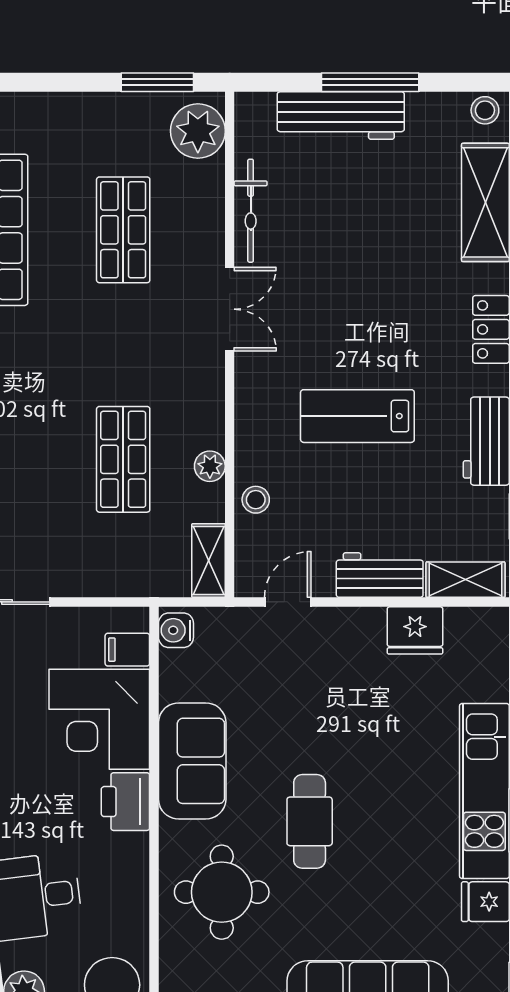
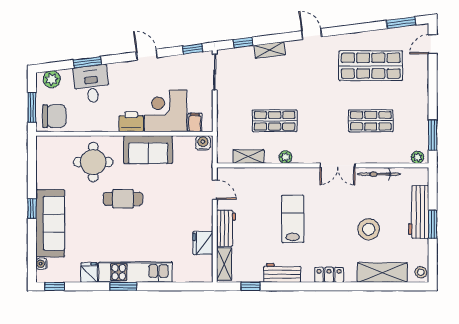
window: (370, 82) -> (433, 224), width x0.69
plant: (198, 131) -> (417, 157), width x0.53, depth x0.53
plant: (210, 466) -> (285, 157), moved
stool: (256, 500) -> (369, 229), moved, width x1.89, depth x1.89
shelving: (209, 561) -> (249, 157), moved

